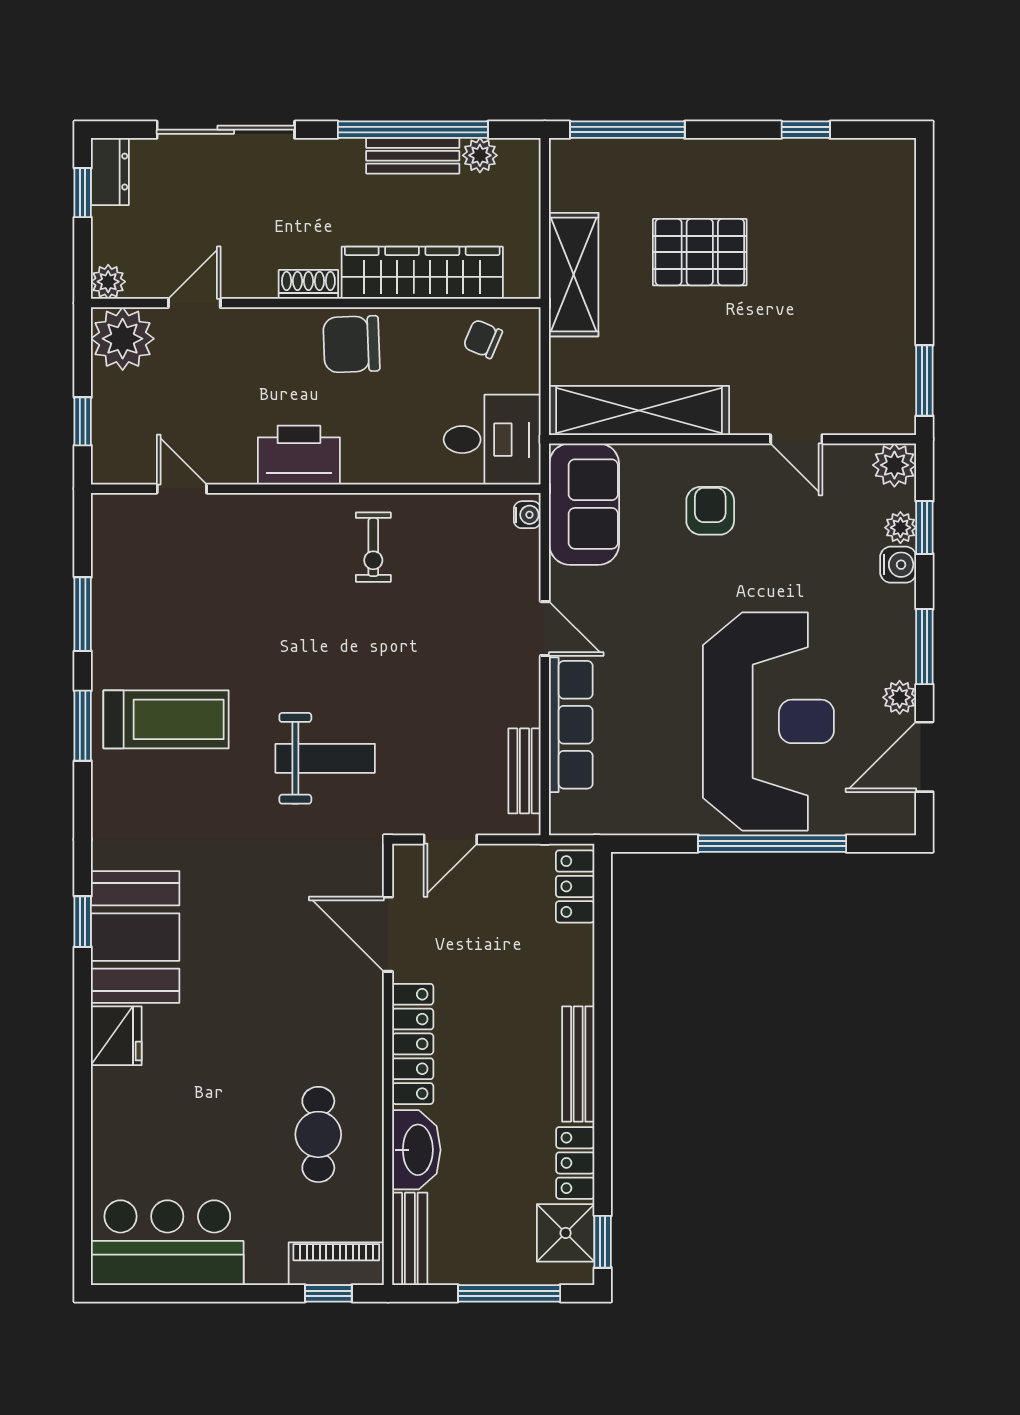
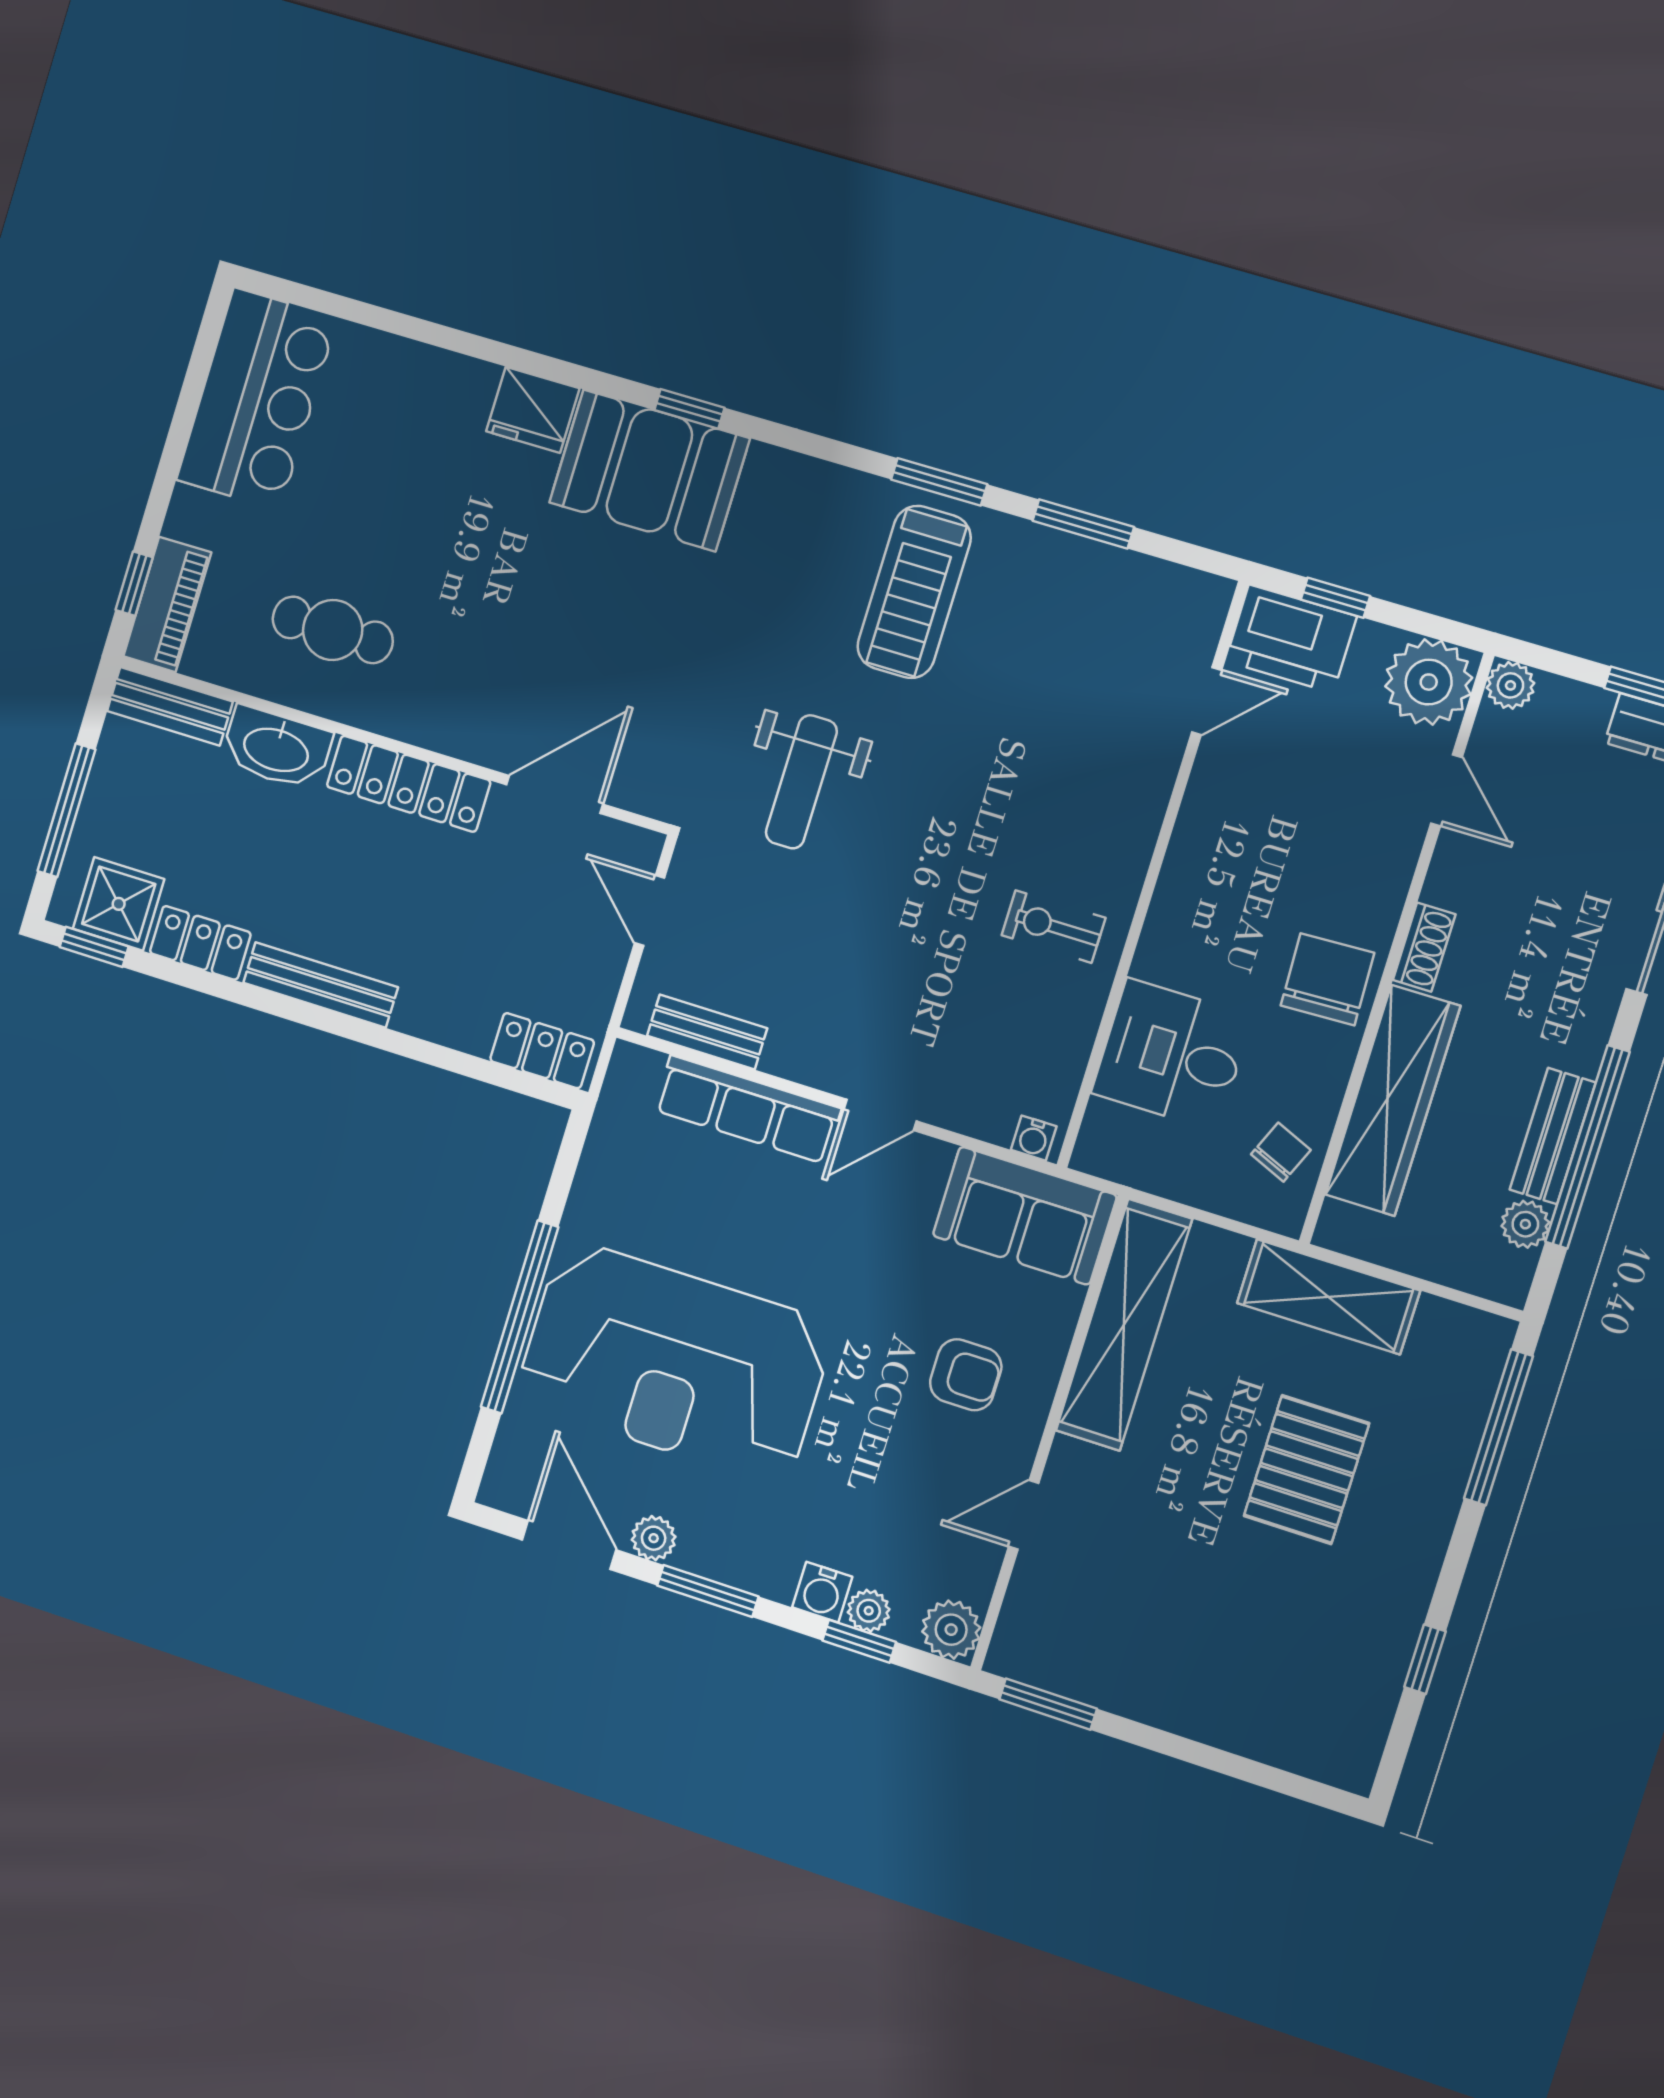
desk: (492, 440) -> (1172, 1054), moved, turned 90
printer: (299, 455) -> (1291, 639), moved, turned 90

